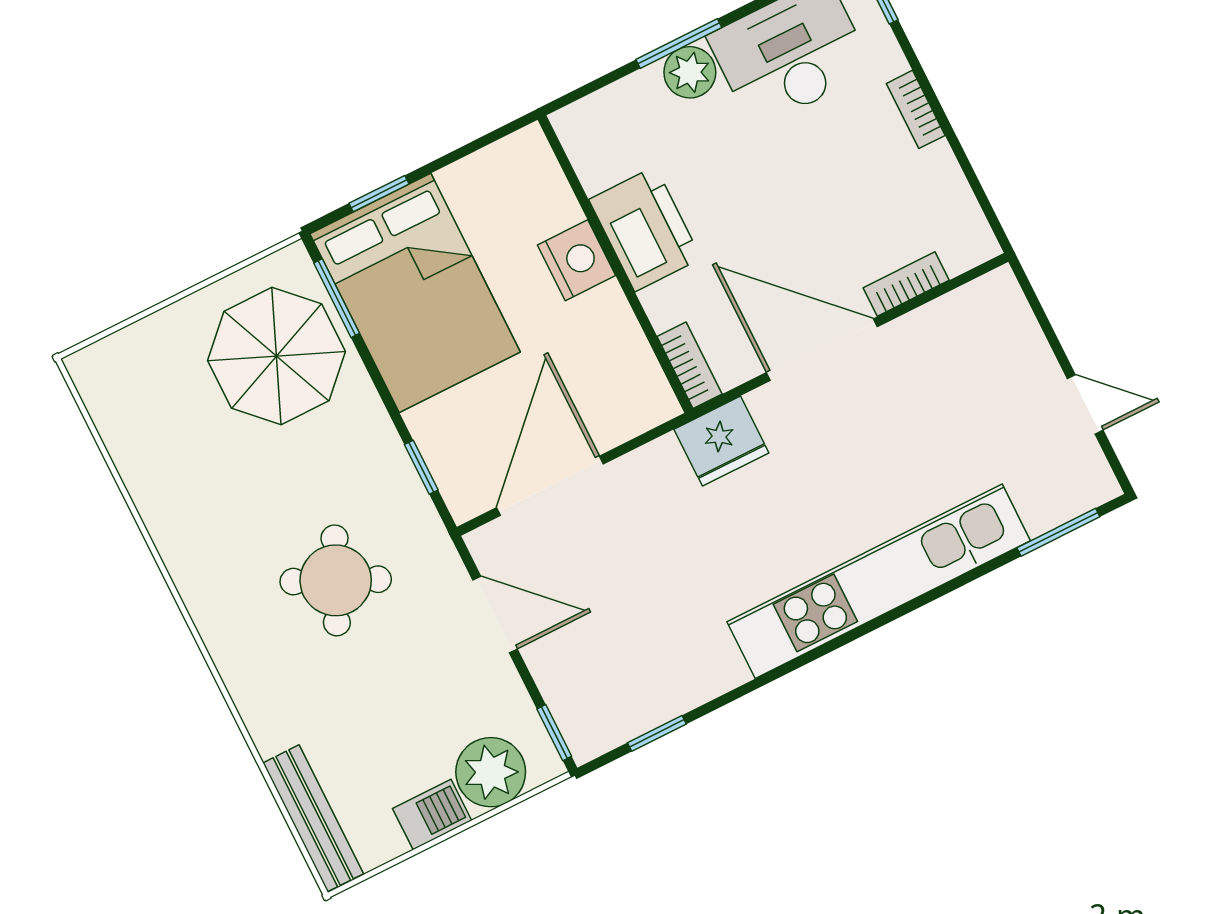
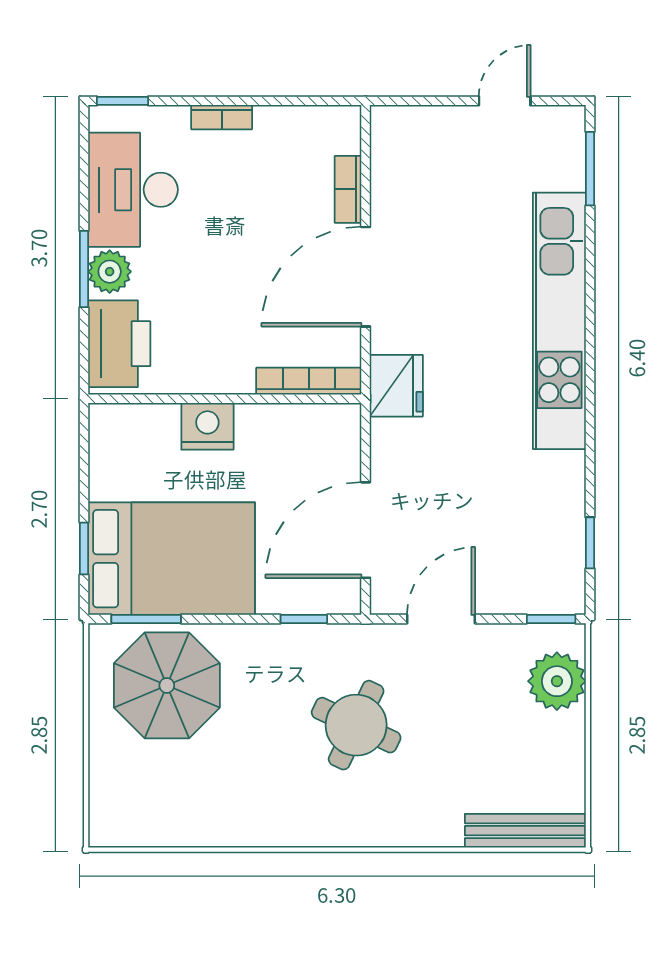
printer: (645, 229) -> (119, 344), moved, turned 90
bookcase: (689, 365) -> (309, 381), width x1.56
door: (550, 486) -> (366, 530), hinge flipped
barbecue: (432, 814) -> (567, 741), removed

